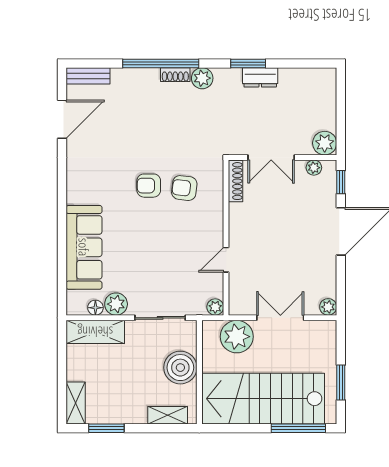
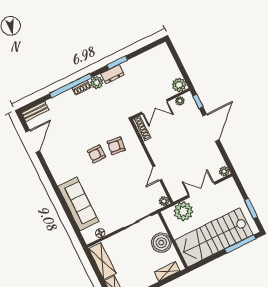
dresser: (260, 77) -> (112, 74), moved
plant: (116, 304) -> (110, 226), removed
shelving: (95, 332) -> (102, 261), moved, turned 90

